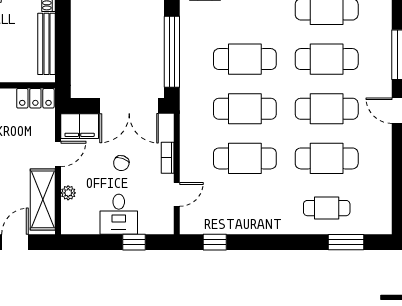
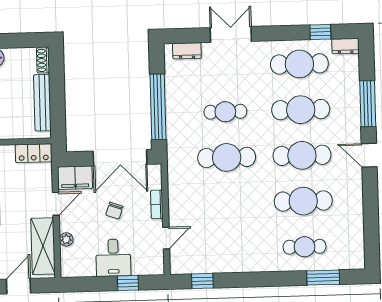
cafe table: (245, 59) -> (225, 112), width x0.73, depth x0.74
cafe table: (245, 158) -> (228, 203), removed

